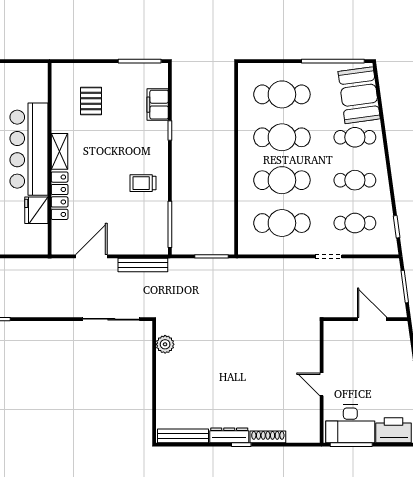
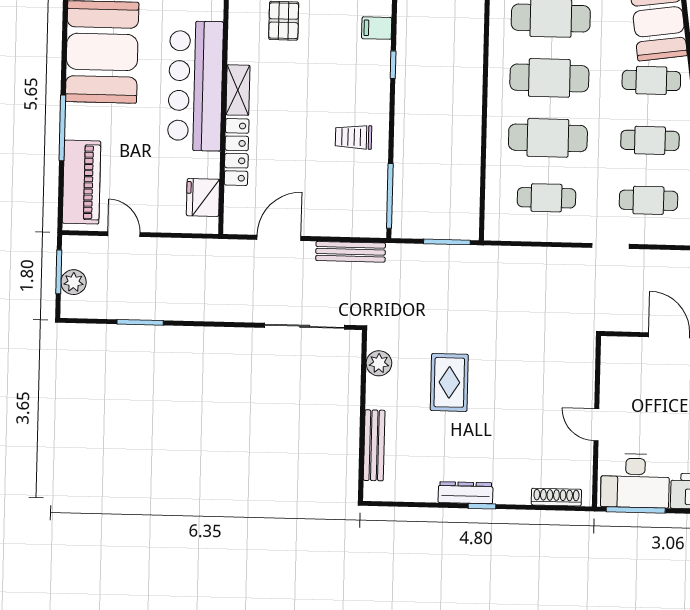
filing cabinet: (158, 105) -> (377, 28), width x0.50
fridge: (36, 210) -> (203, 197), moved
cafe table: (282, 223) -> (546, 198), width x0.73, depth x0.74
rug: (216, 357) -> (449, 382), added
bench: (183, 436) -> (374, 445), moved, turned 90
shoe rack: (268, 437) -> (556, 497), moved

